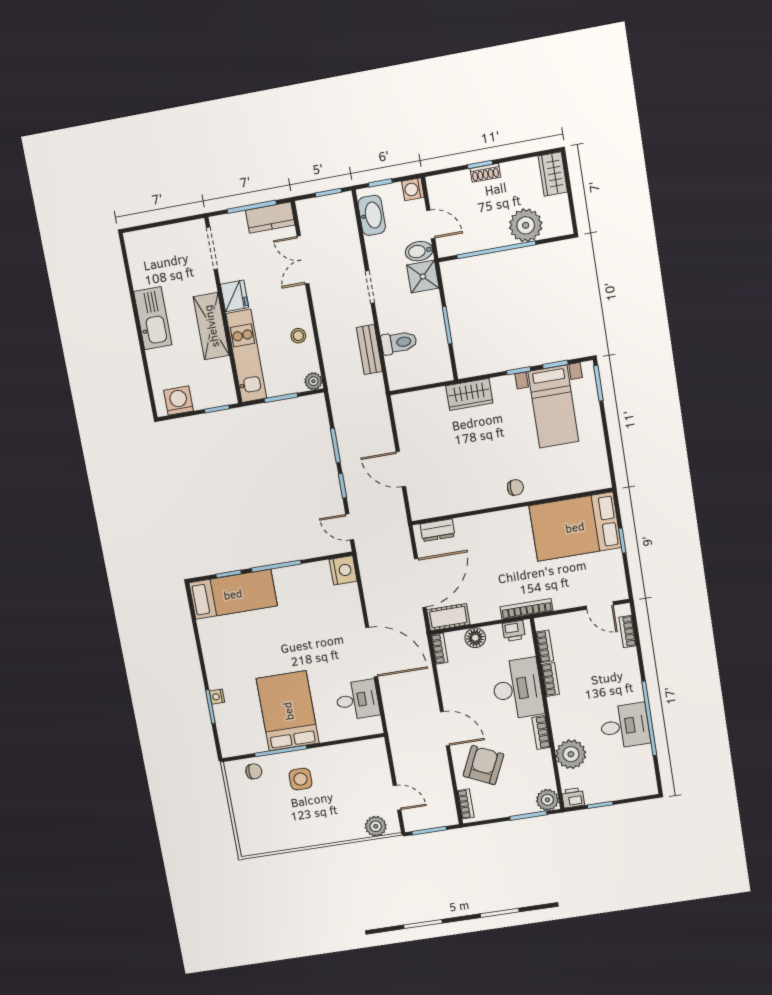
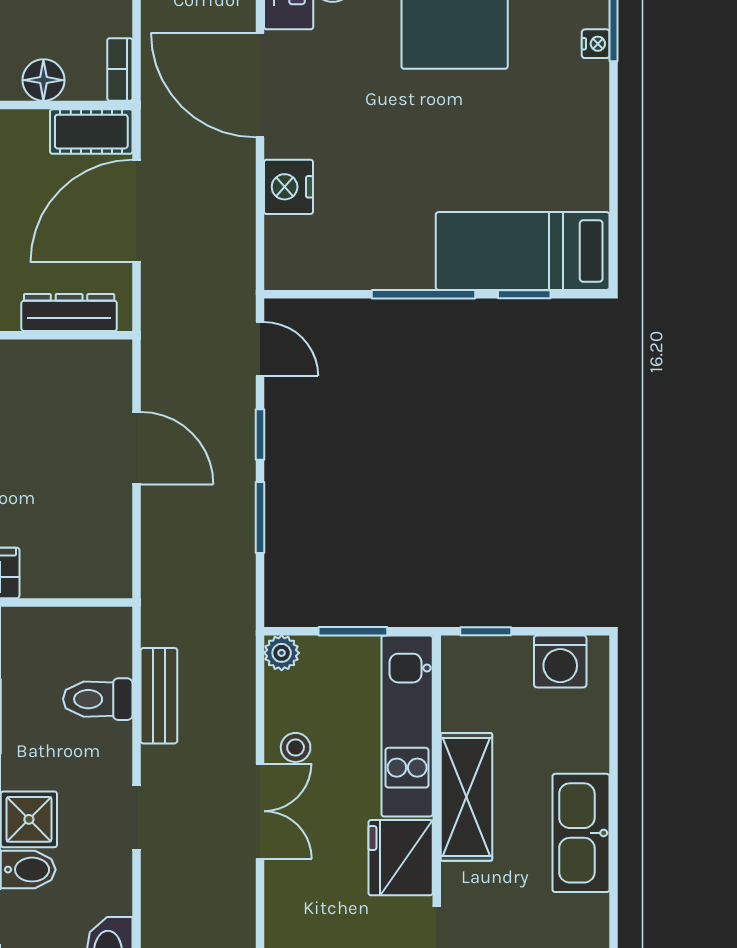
double door: (303, 260) -> (260, 811), moved
fridge: (235, 296) -> (401, 858), width x1.36, depth x1.34
dresser: (438, 530) -> (69, 313), width x1.44
nightstand: (343, 570) -> (288, 187), moved

